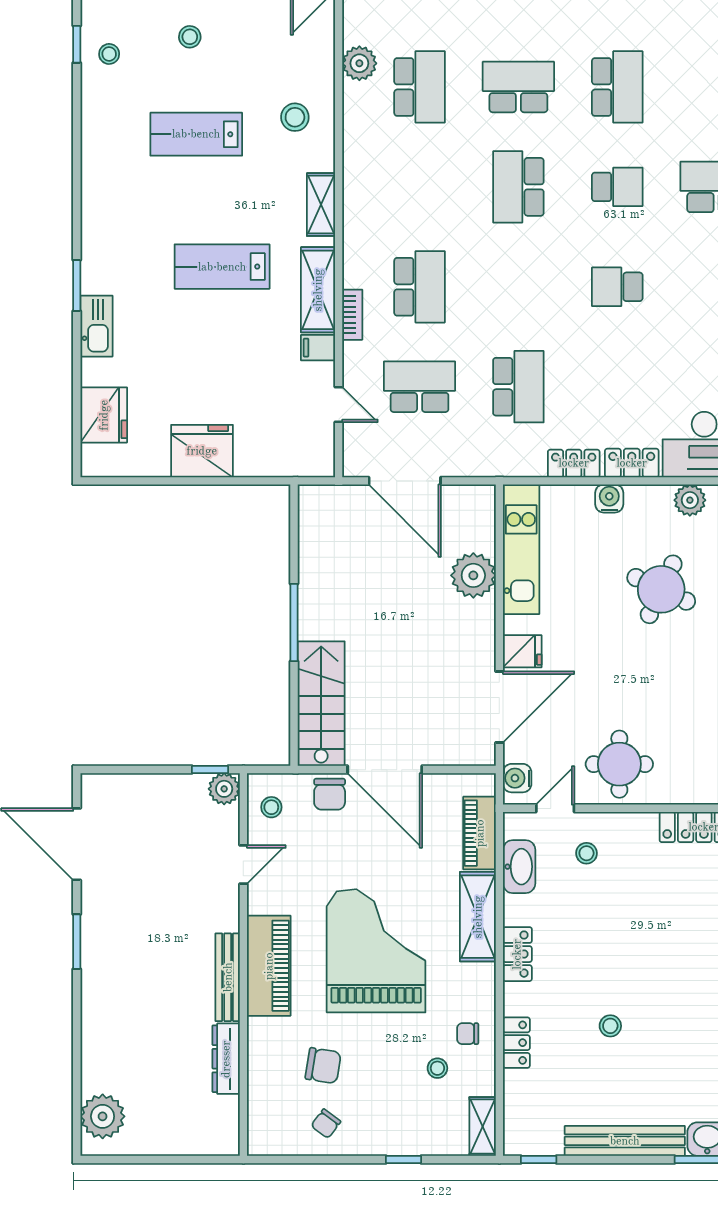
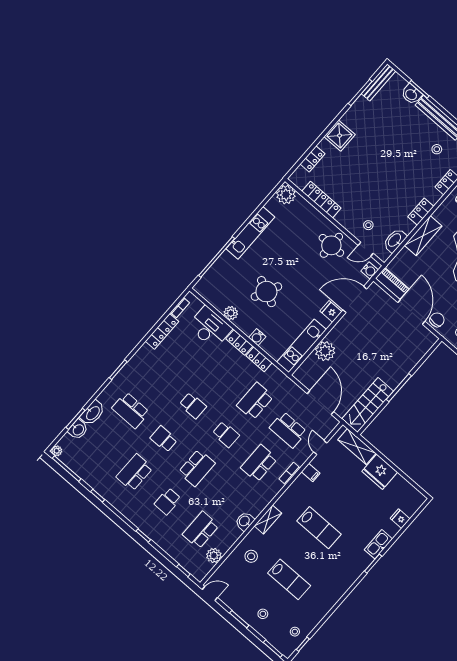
school desk: (518, 87) -> (168, 501), width x0.54
washbasin: (358, 167) -> (245, 521), added
school desk: (518, 287) -> (226, 434), added
shelving: (318, 290) -> (357, 447), moved, turned 90
fridge: (104, 415) -> (400, 519), width x0.53, depth x0.75
stairs: (321, 704) -> (368, 405), moved
piano: (480, 833) -> (392, 284), moved, turned -90
stool: (610, 1026) -> (437, 149), moved

